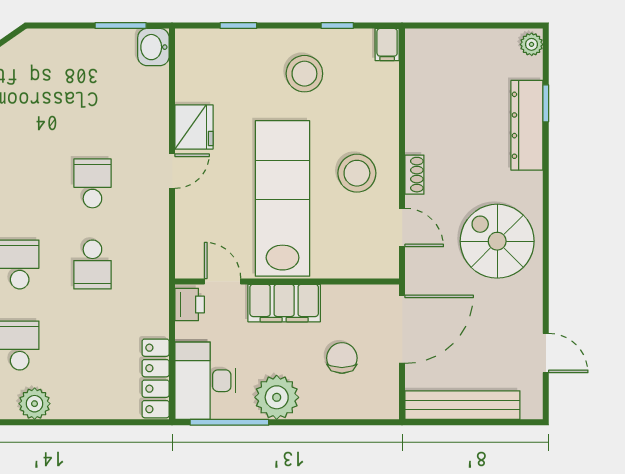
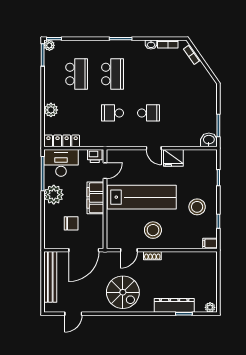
spiral stairs: (497, 241) -> (123, 292), turned 90
door: (402, 329) -> (84, 250), hinge flipped
plant: (35, 404) -> (51, 110), moved

